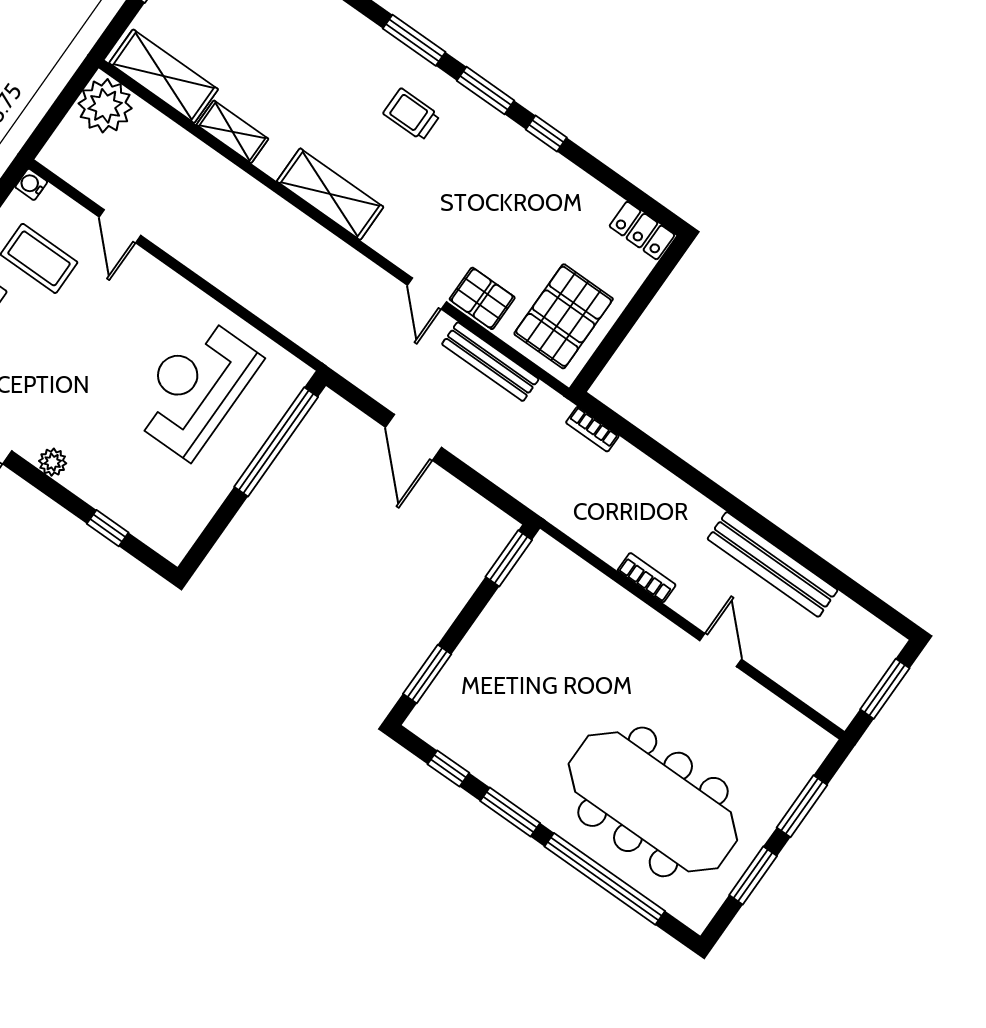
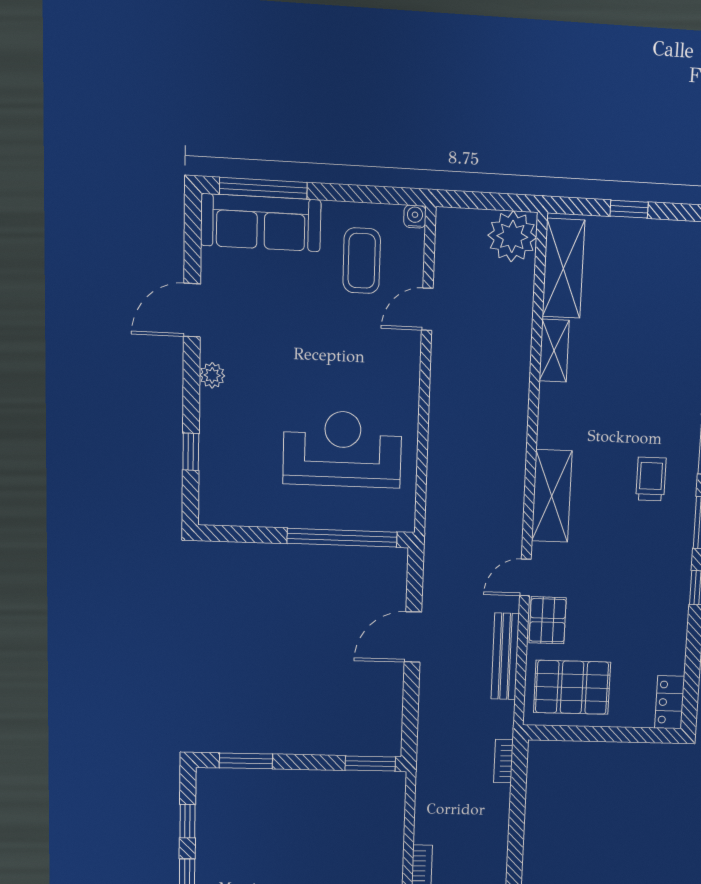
shelving: (330, 194) -> (552, 496), moved

